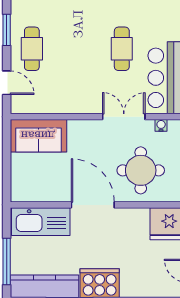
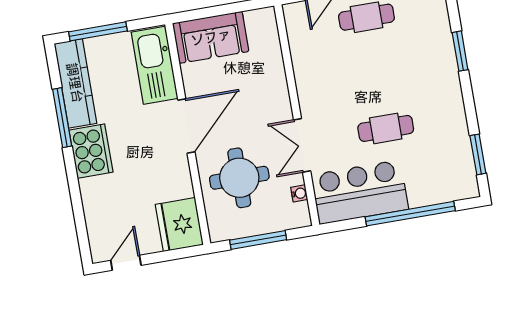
double door: (124, 117) -> (302, 145), swing flipped
sofa: (38, 136) -> (211, 37), moved, turned -90

